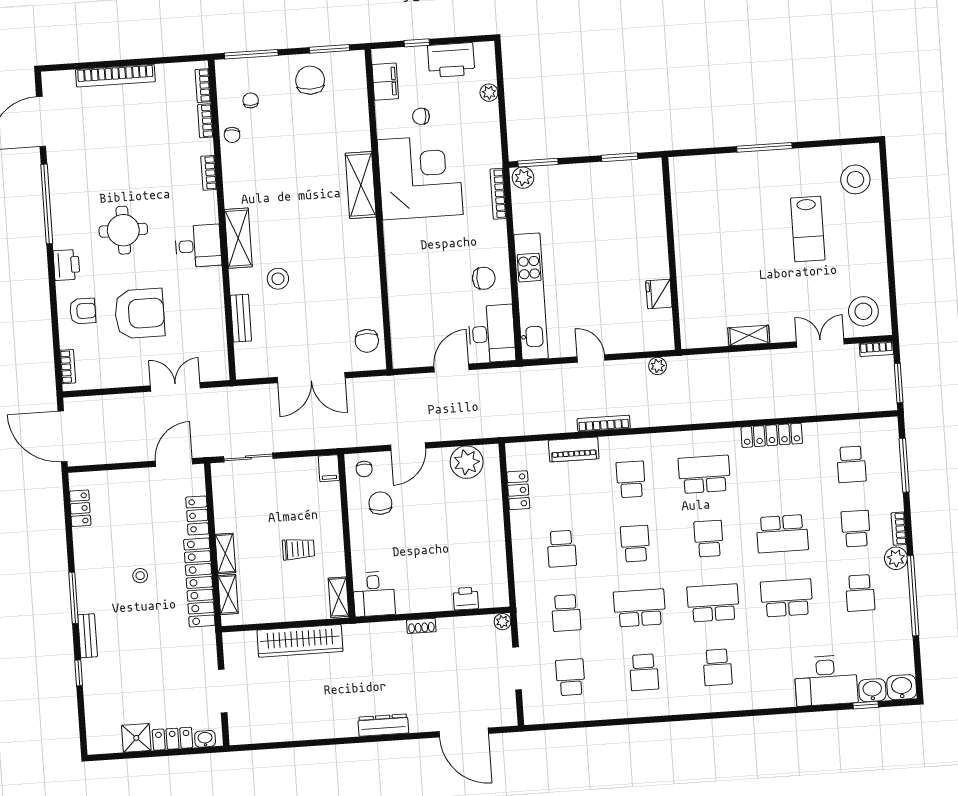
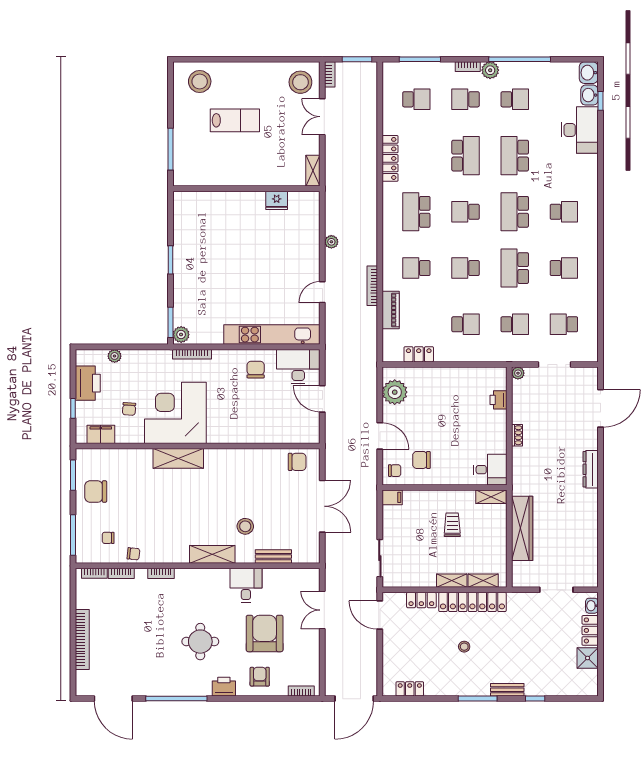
desk: (198, 246) -> (246, 585), moved
wall: (671, 253) -> (246, 189), moved
fridge: (659, 294) -> (277, 200), moved

